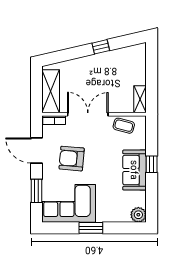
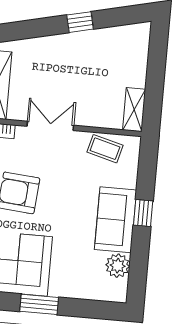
double door: (88, 114) -> (50, 126), width x0.73
plant: (138, 215) -> (118, 266), moved

